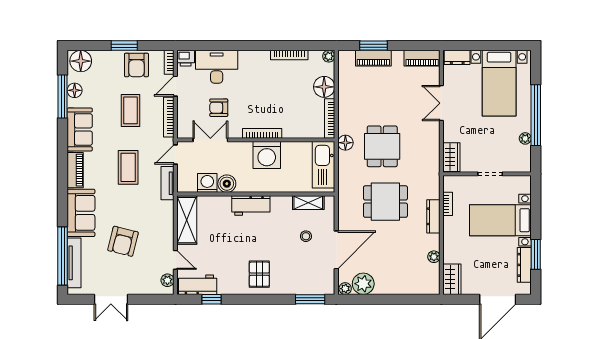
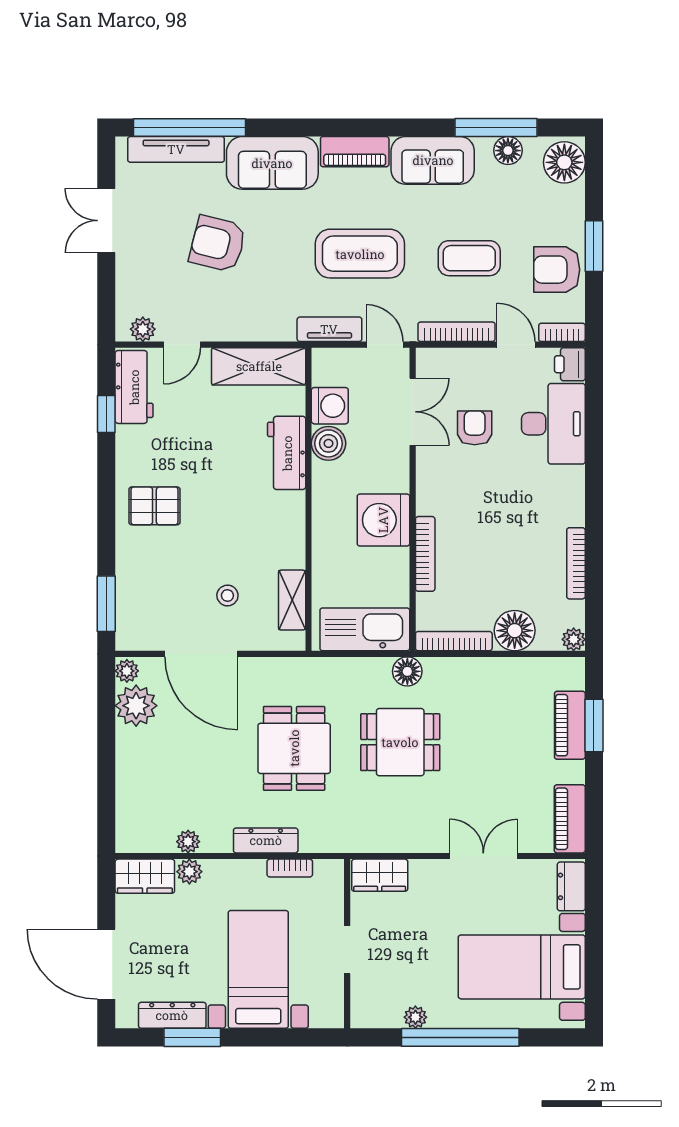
bookcase: (262, 133) -> (425, 554), moved
coffee table: (128, 167) -> (360, 254), width x1.36, depth x1.32
workbench: (251, 205) -> (287, 453), moved
plant: (449, 256) -> (189, 872), added

